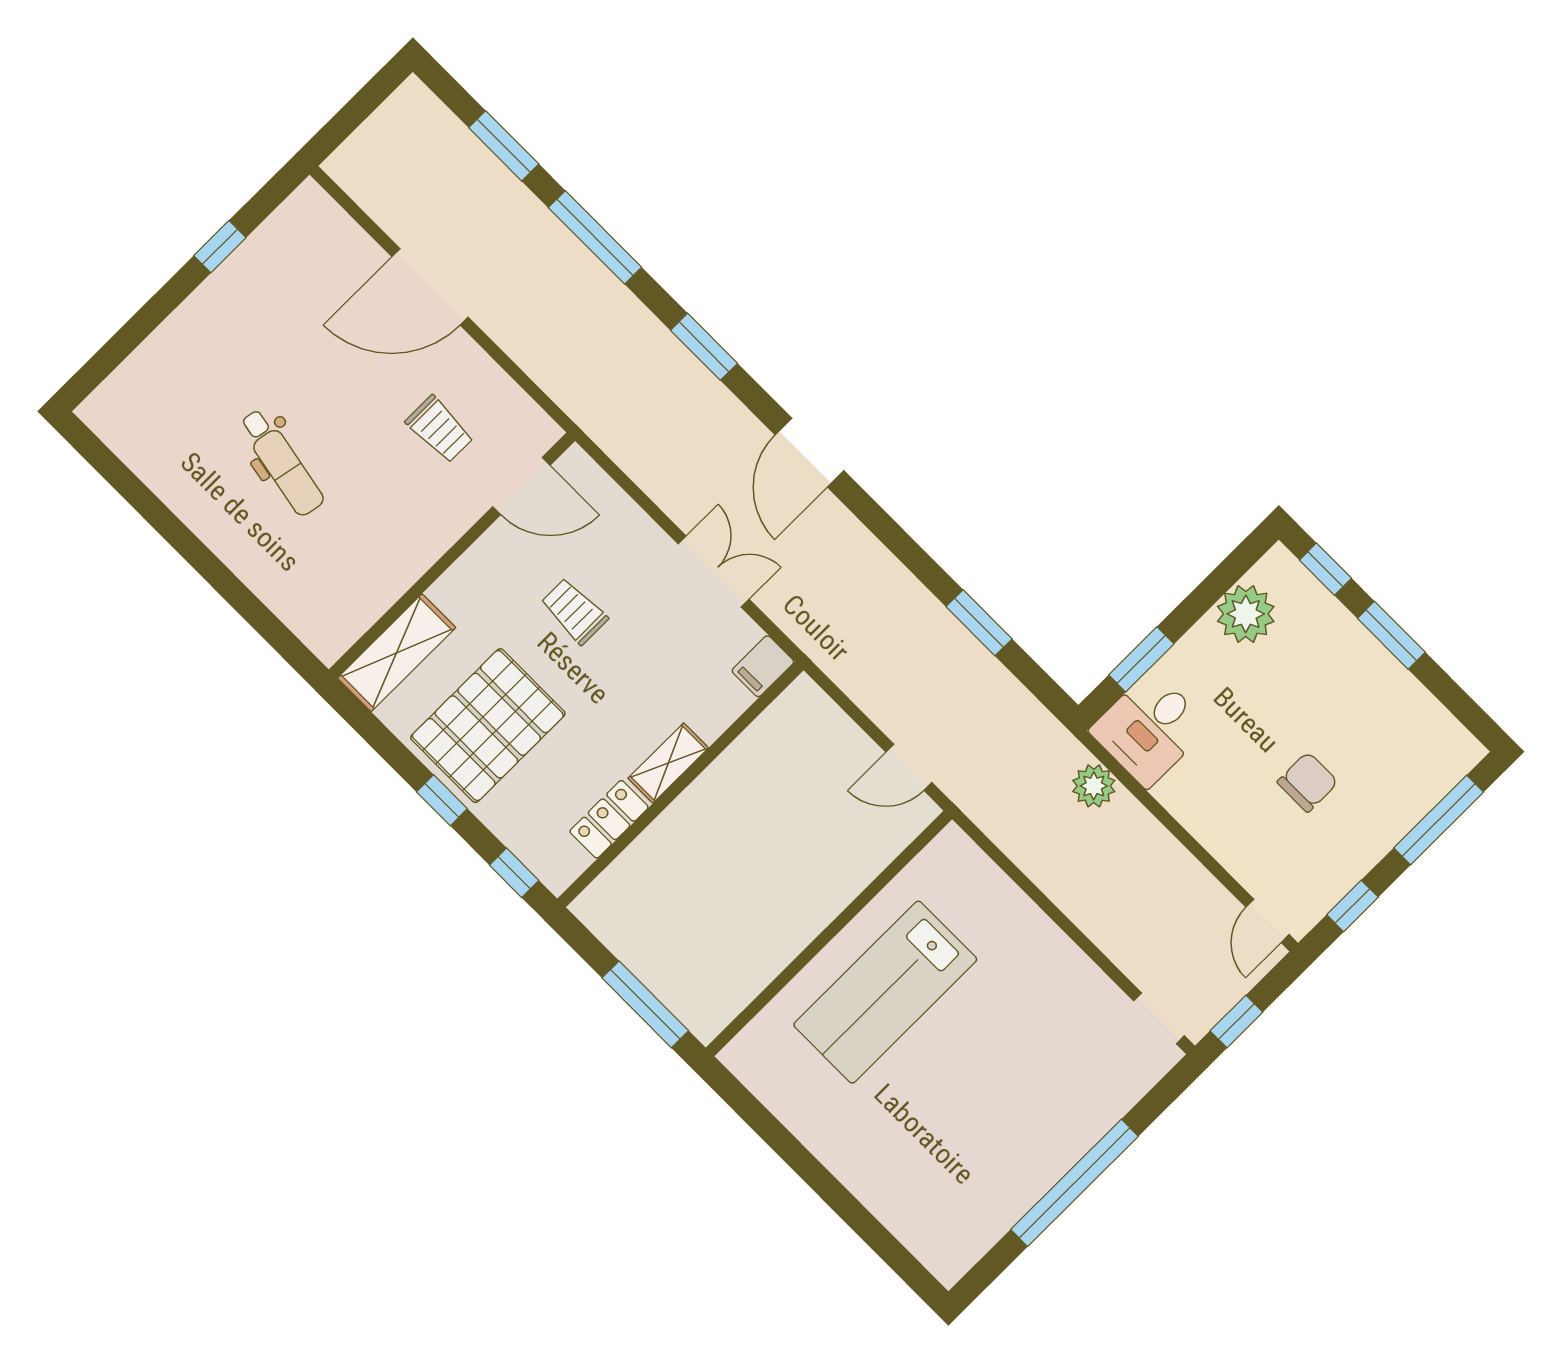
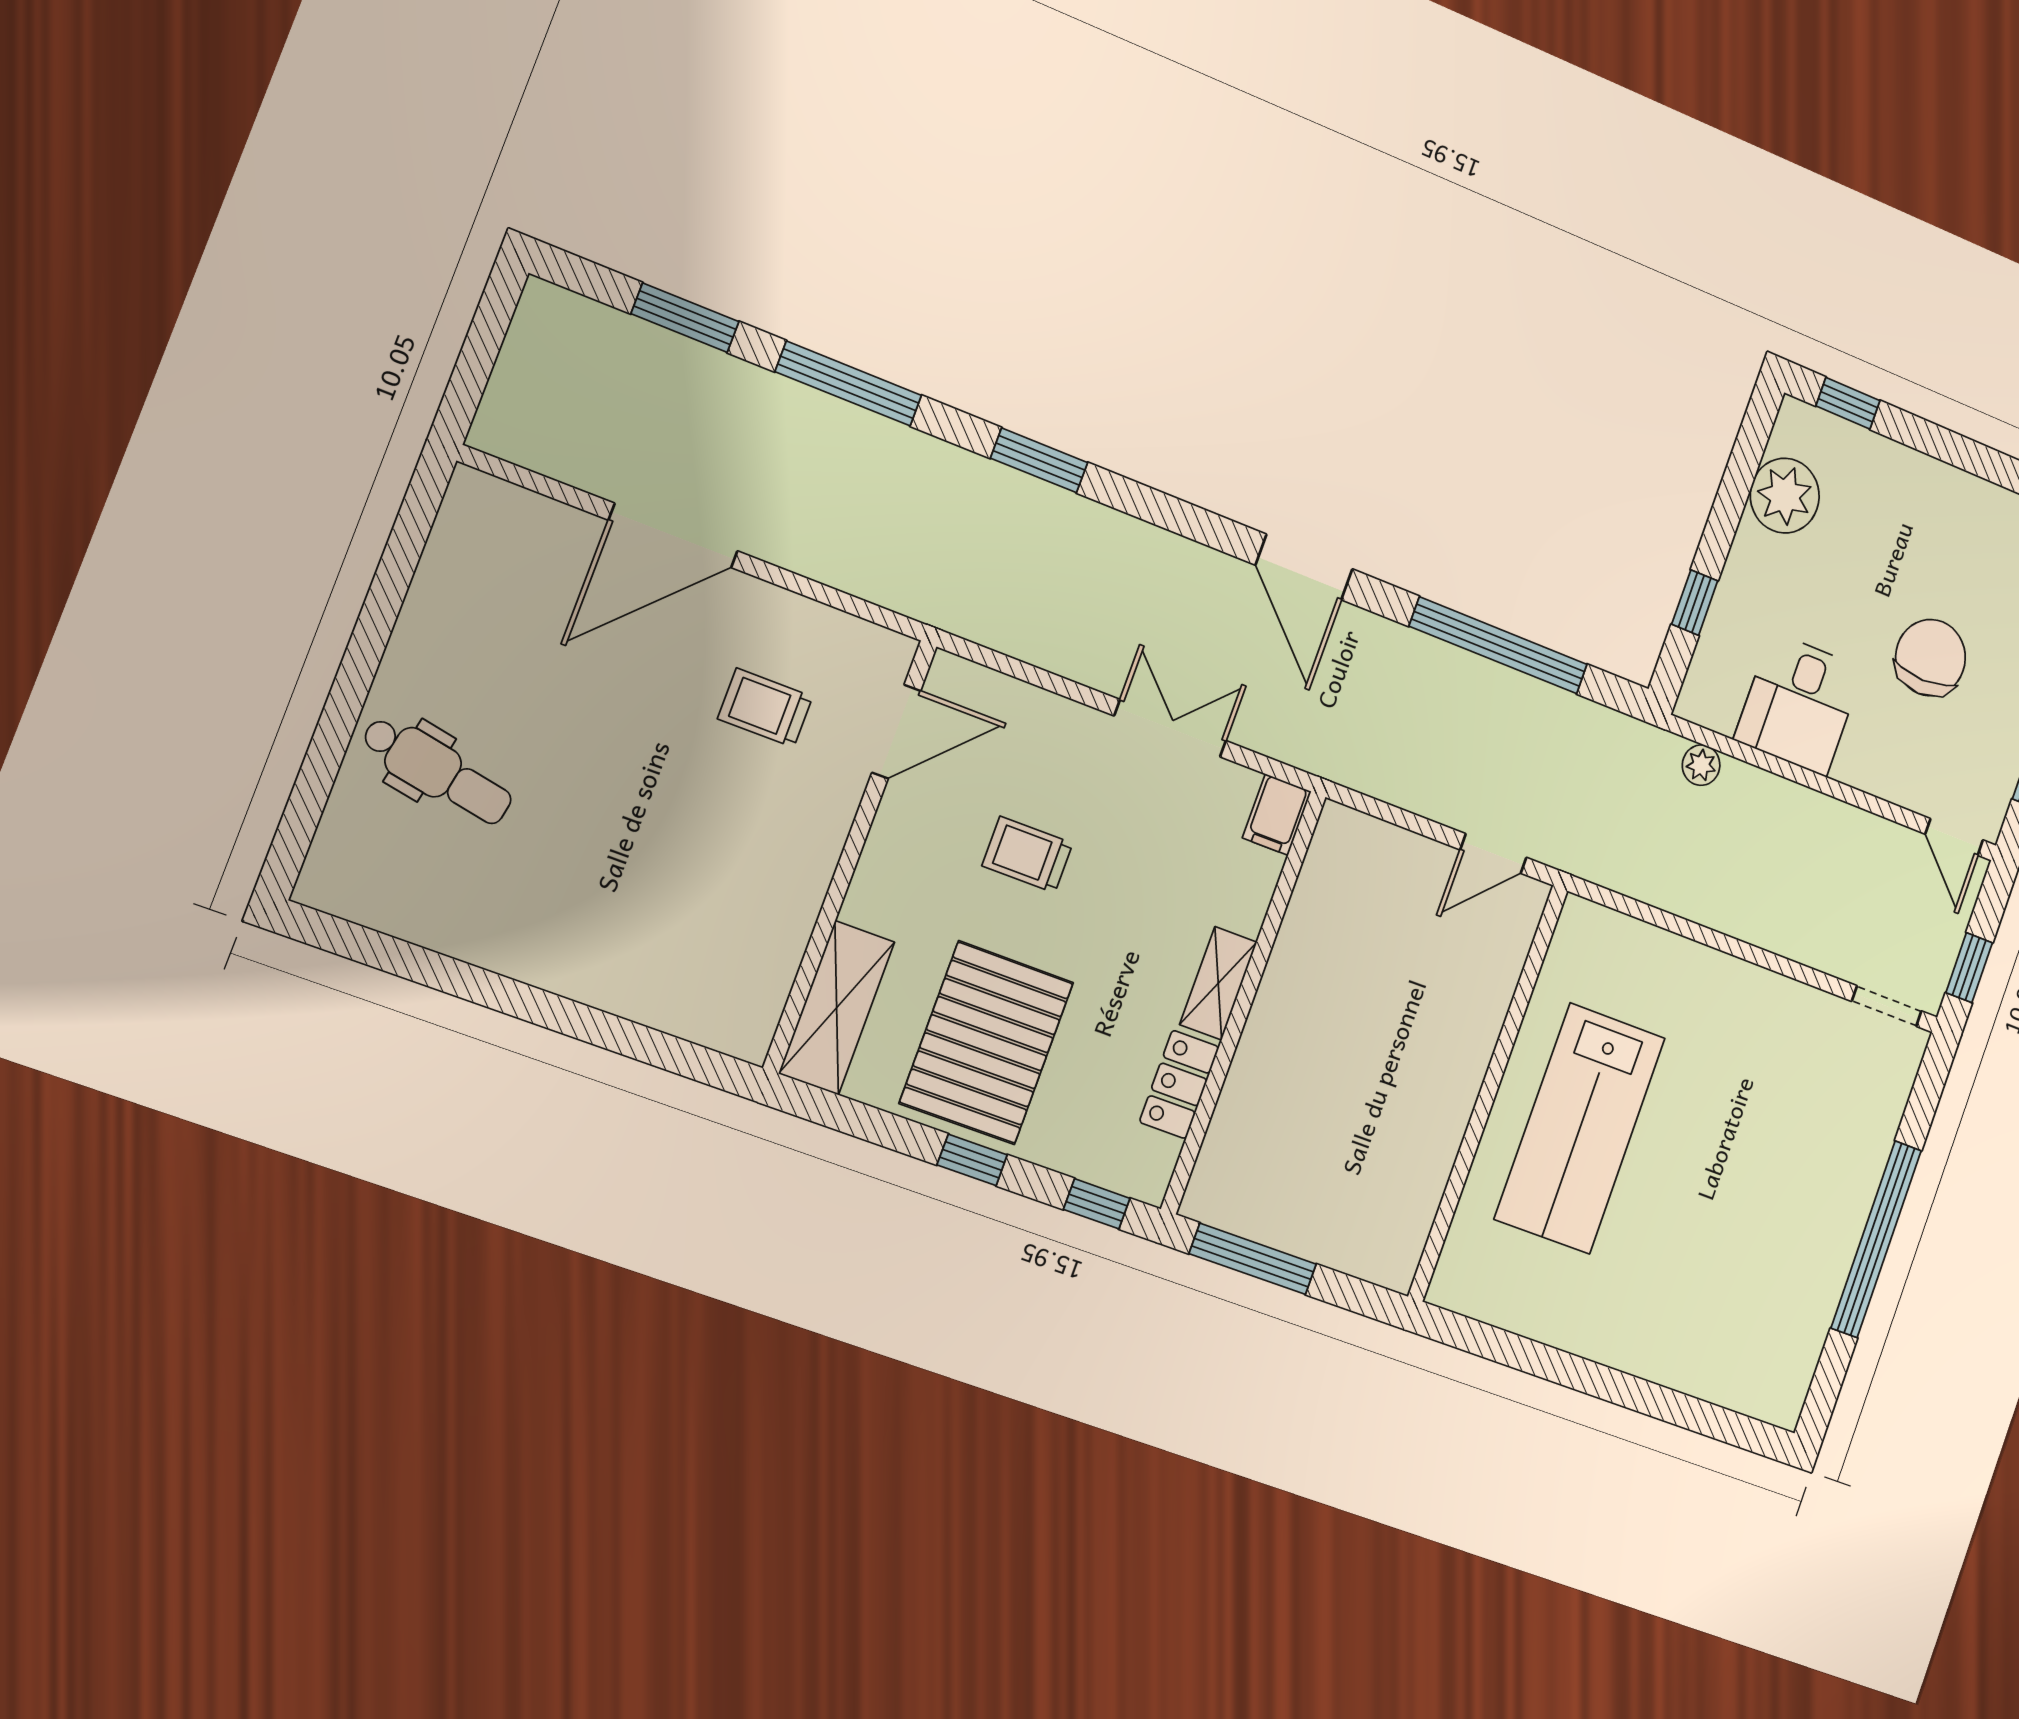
window: (220, 247) -> (383, 603), removed
trolley: (440, 429) -> (765, 708), turned 180
door: (810, 453) -> (1304, 567), moved
dental chair: (281, 462) -> (437, 771), moved
window: (979, 623) -> (1498, 645), width x2.11
window: (1391, 635) -> (1949, 447), removed
window: (1141, 659) -> (1695, 603), width x0.67
desk: (1150, 729) -> (1799, 704), moved
chair: (1308, 782) -> (1931, 658), width x1.37, depth x1.37
plant: (1094, 786) -> (1701, 765), width x0.73, depth x0.73
window: (645, 1004) -> (1253, 1259), moved

